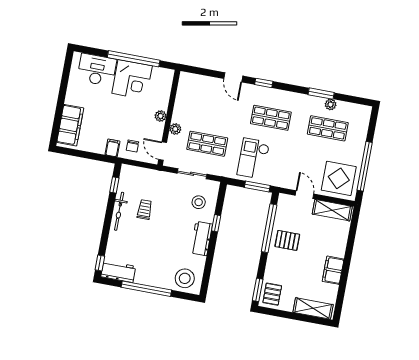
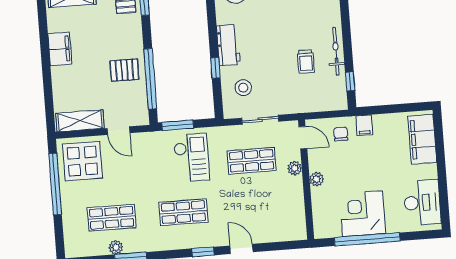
desk: (97, 70) -> (422, 202), moved, turned -90

